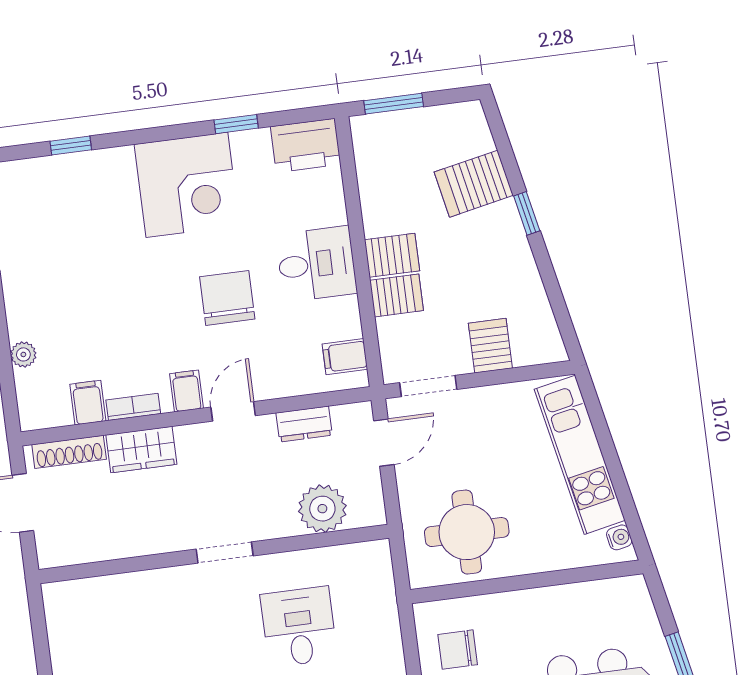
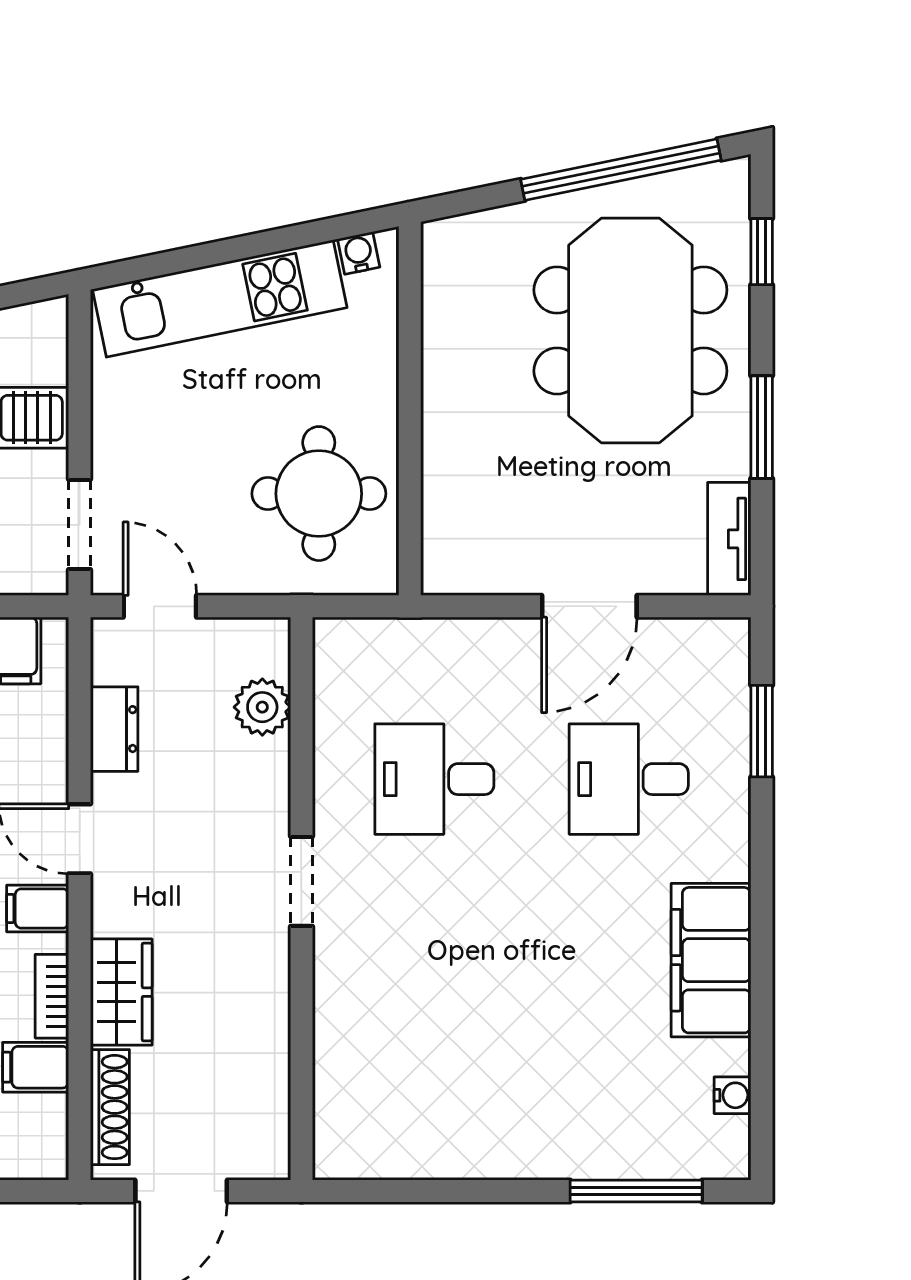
plant: (322, 509) -> (262, 707), width x0.73, depth x0.73
chair: (458, 650) -> (503, 532), removed

